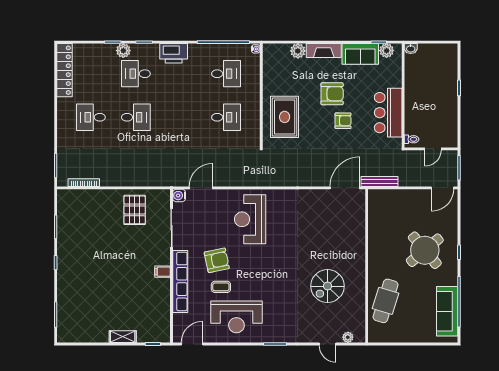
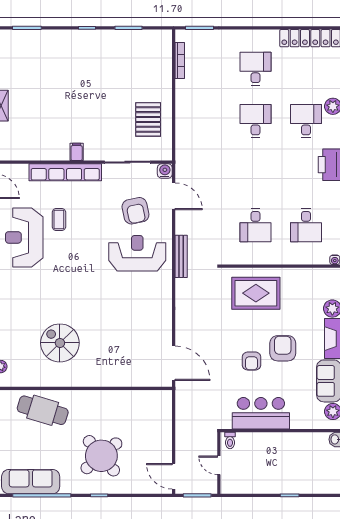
armchair: (332, 94) -> (283, 348), turned 180
desk: (136, 117) -> (256, 121), turned 180
bench: (379, 181) -> (181, 256), moved
pallet: (135, 210) -> (148, 119), turned 90
armchair: (217, 260) -> (135, 211), moved

